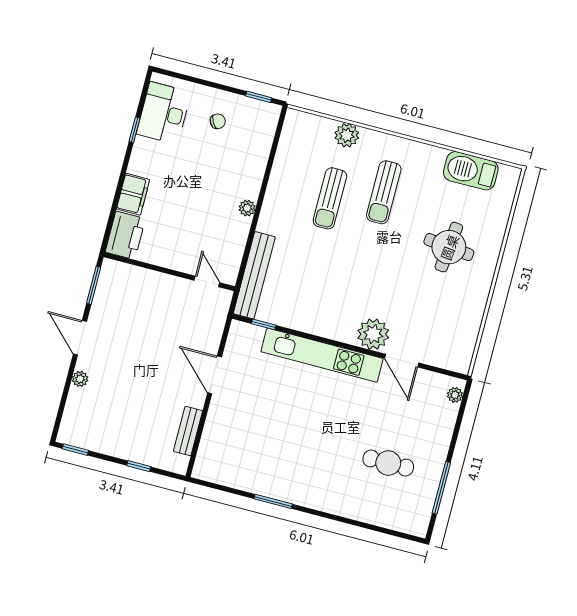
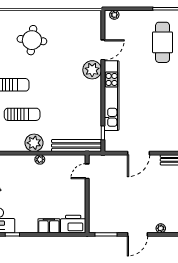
plant: (277, 206) -> (34, 143), added
cafe table: (388, 463) -> (163, 42), width x1.37, depth x1.35

